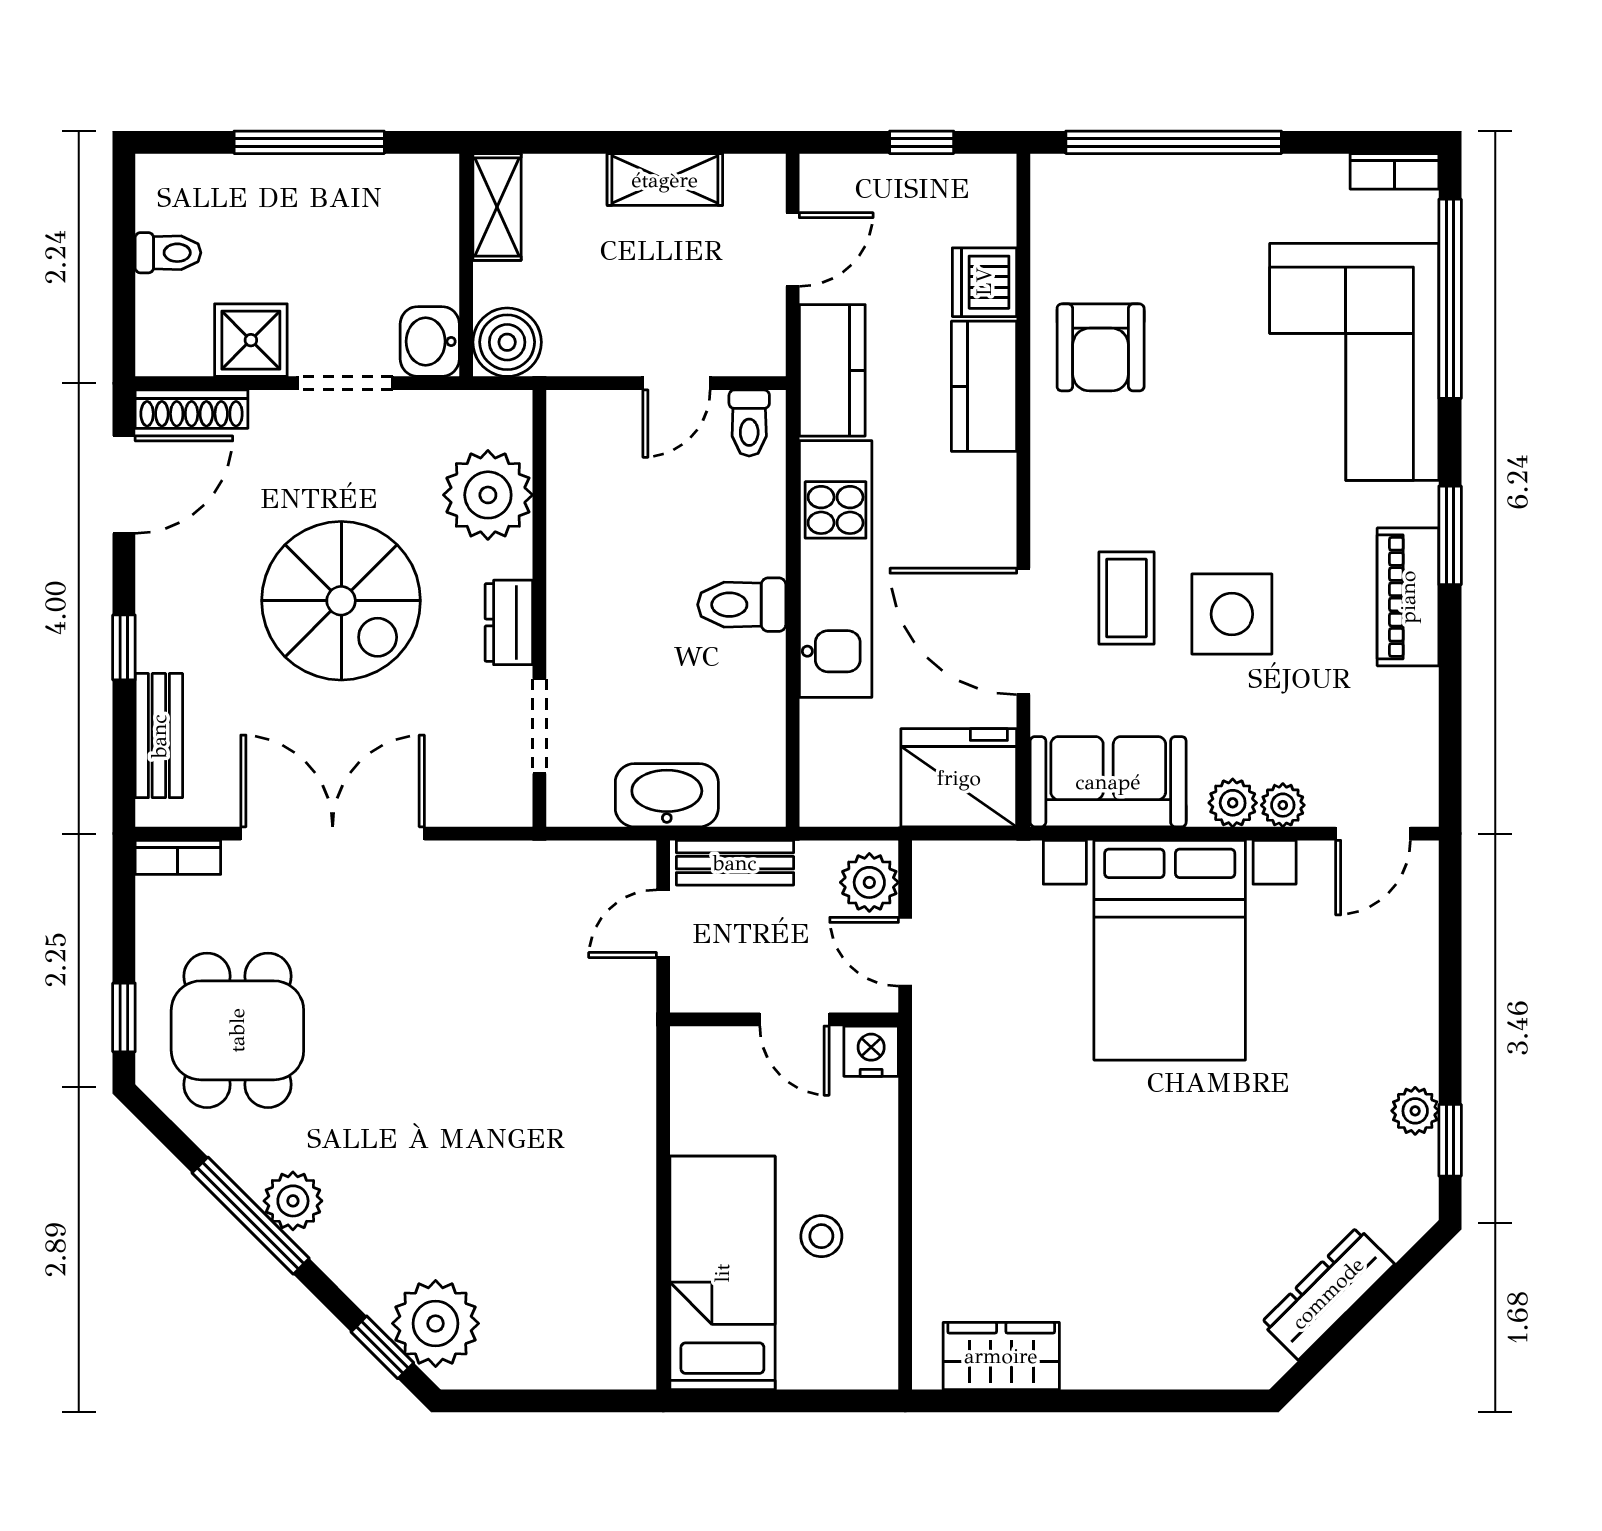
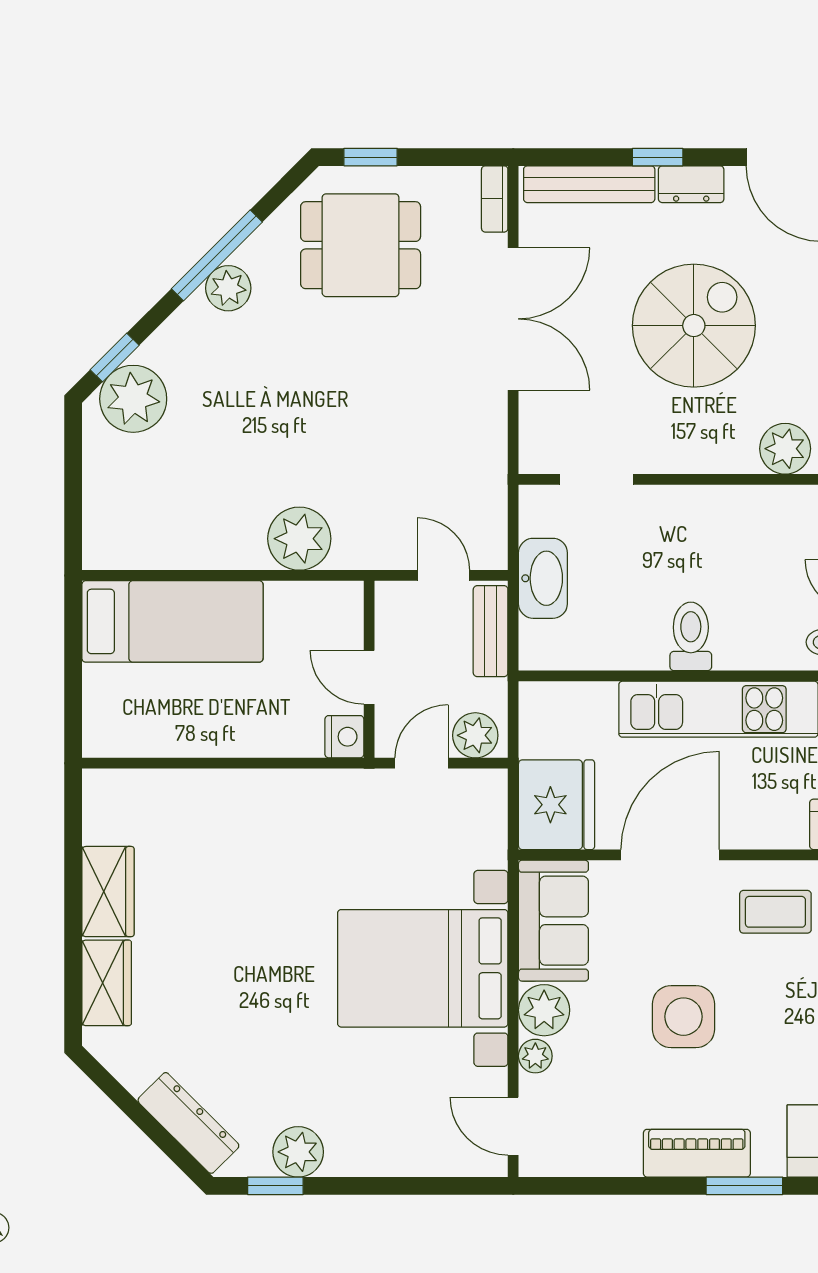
plant: (488, 495) -> (785, 449), width x0.73, depth x0.73
coffee table: (1126, 598) -> (775, 912), moved
spiral stairs: (341, 601) -> (694, 326), turned 180
dresser: (509, 622) -> (691, 184), moved, turned 180
bench: (159, 736) -> (589, 184), width x1.36
plant: (1233, 803) -> (544, 1010), width x1.38, depth x1.38
door: (794, 1019) -> (369, 677), hinge flipped
plant: (616, 1109) -> (299, 539), added
plant: (1415, 1111) -> (298, 1152), width x1.38, depth x1.38
stool: (821, 1236) -> (201, 698), removed
dresser: (1328, 1293) -> (188, 1123), moved
wardrobe: (1001, 1356) -> (108, 892), moved
wardrobe: (1188, 1358) -> (107, 983), added

